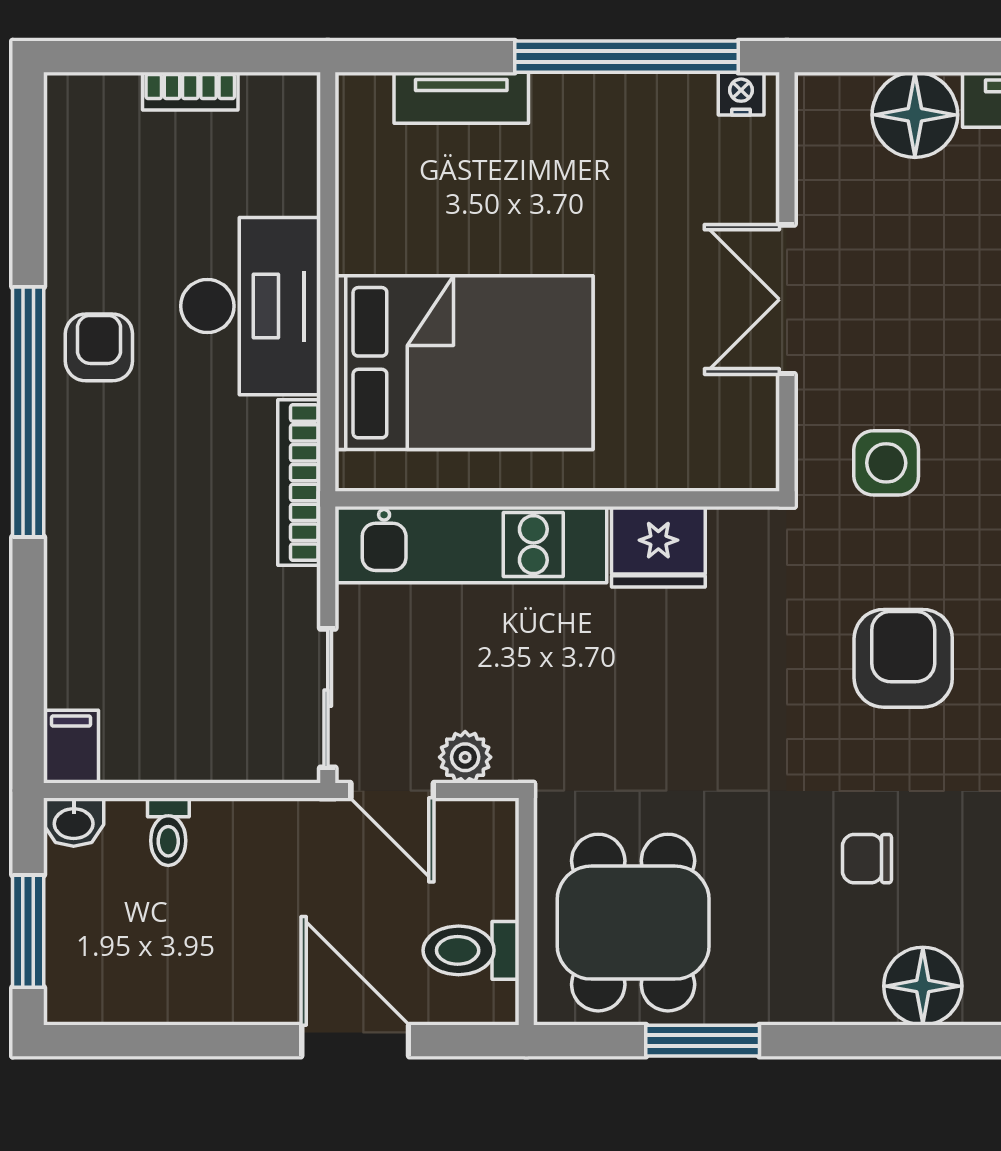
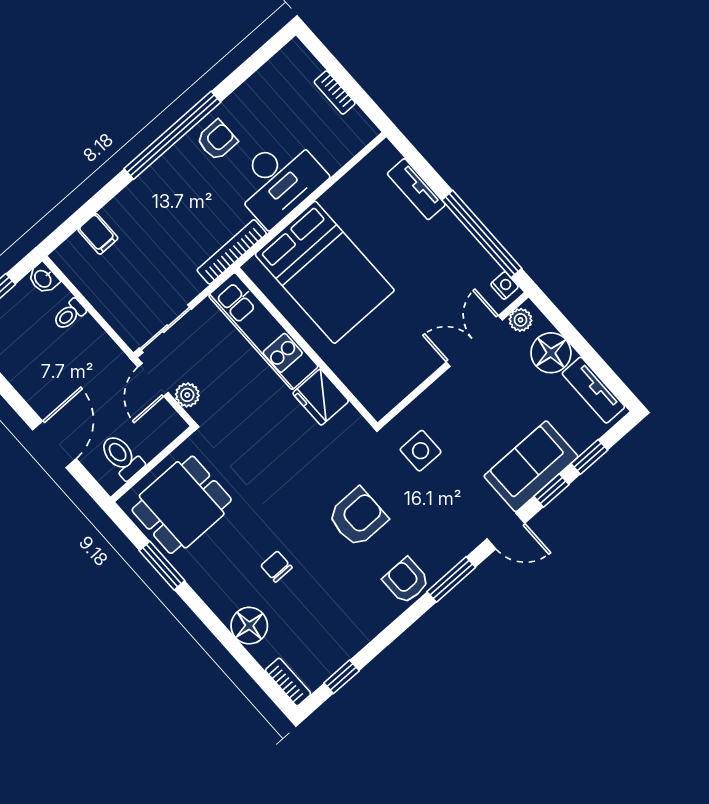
plant: (819, 117) -> (521, 320), added
double door: (787, 299) -> (474, 341), moved
filing cabinet: (71, 747) -> (98, 234), moved, turned 90

